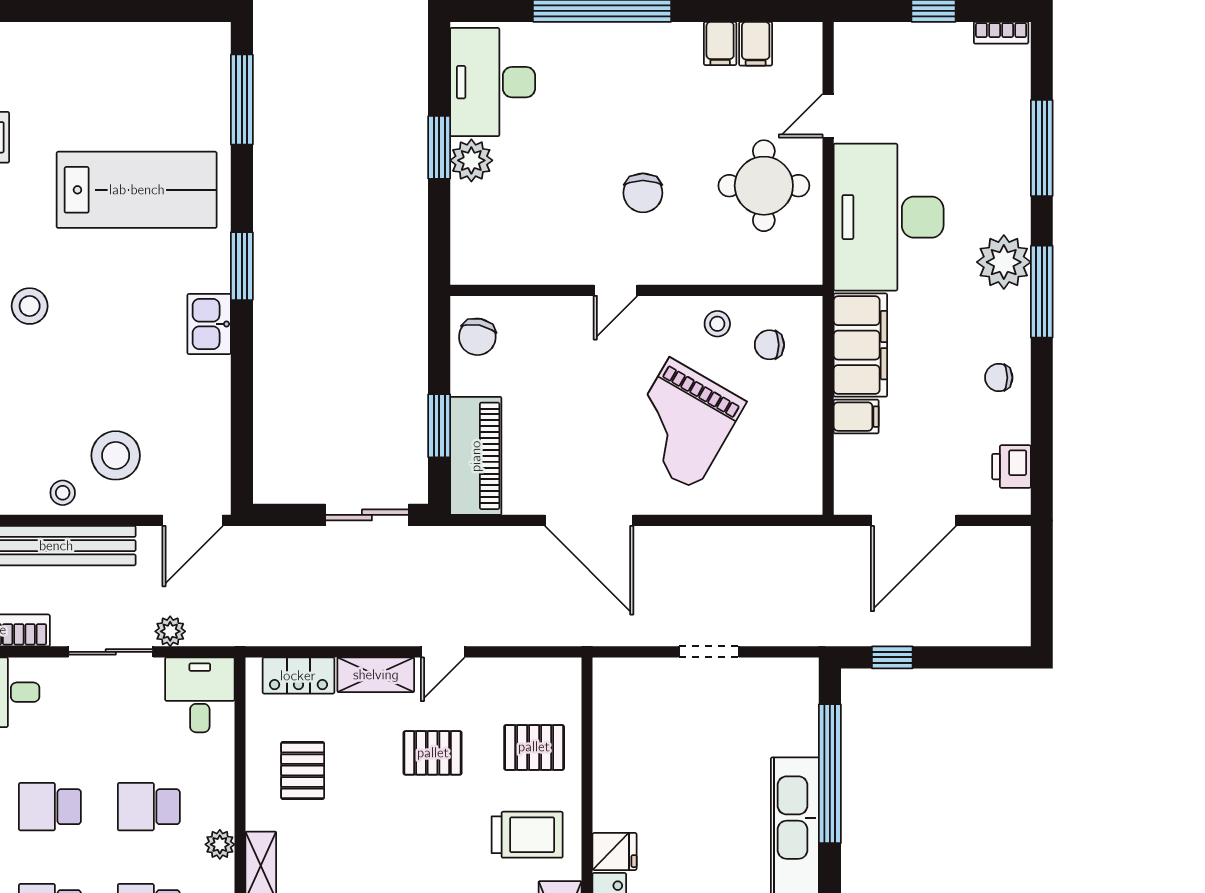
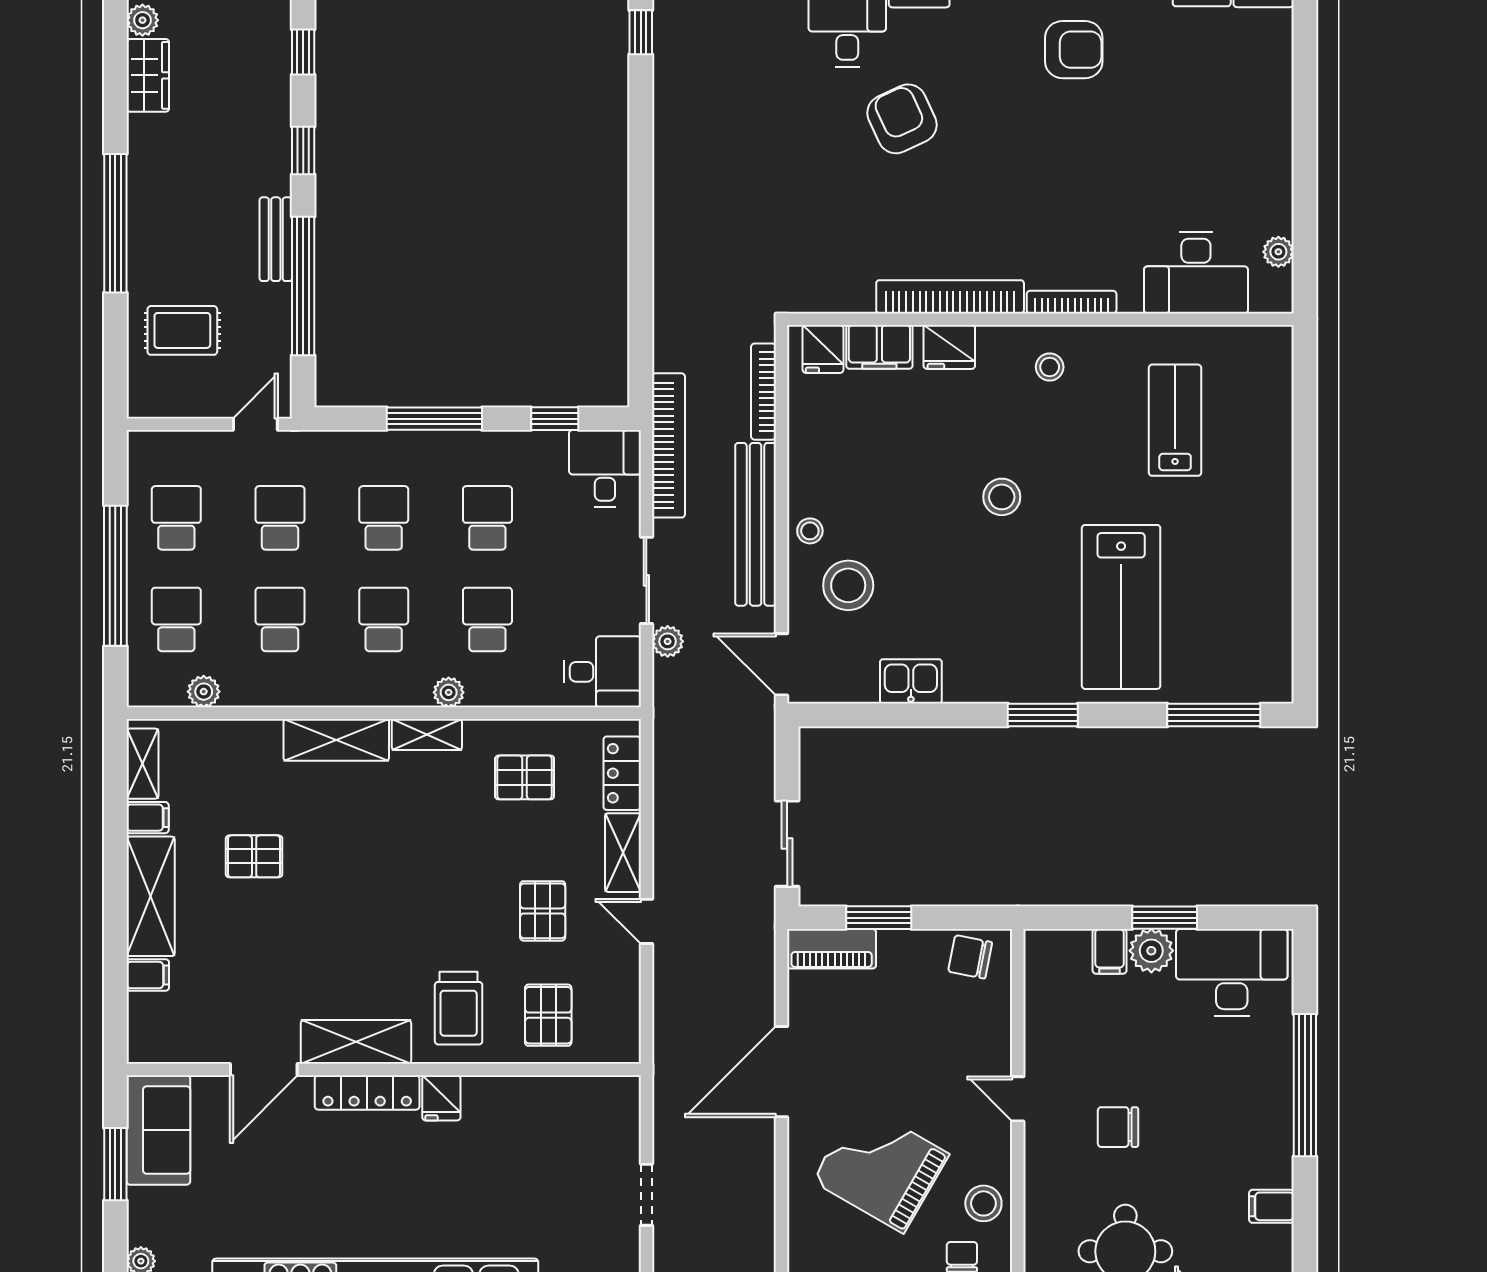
filing cabinet: (756, 44) -> (1110, 951), moved, turned -90
kitchen sink: (209, 324) -> (911, 681), moved
stool: (717, 324) -> (983, 1203), width x1.37, depth x1.37
piano: (476, 456) -> (832, 949), width x0.73, depth x0.75

